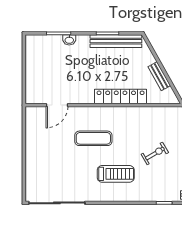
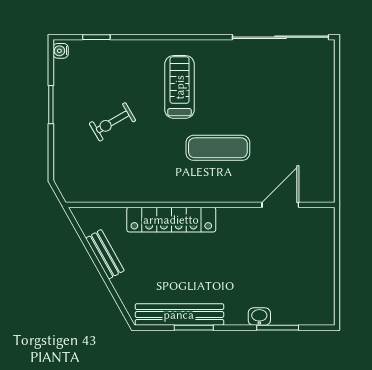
treadmill: (116, 174) -> (180, 87), turned 90

